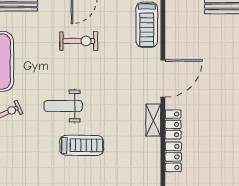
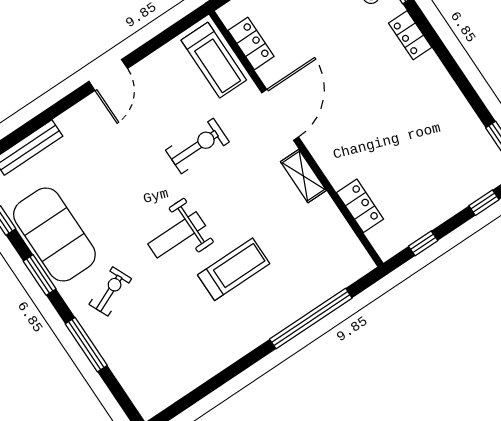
exercise bike: (79, 41) -> (197, 146), moved
locker: (173, 124) -> (251, 43), moved

